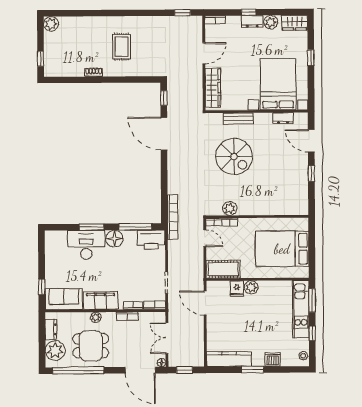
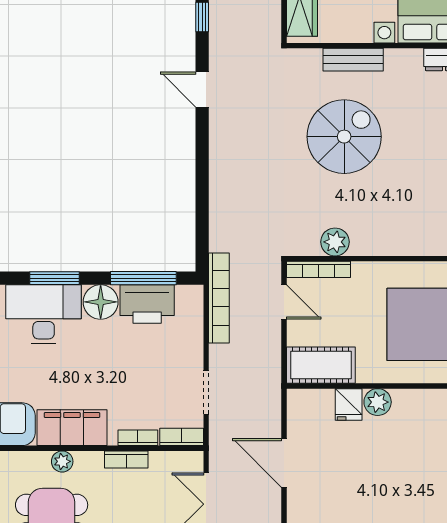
door: (164, 134) -> (202, 90), width x0.53
spiral stairs: (234, 156) -> (344, 137), turned -90
bookcase: (173, 217) -> (219, 298), moved
printer: (151, 239) -> (147, 304), moved
door: (205, 303) -> (284, 463), moved

